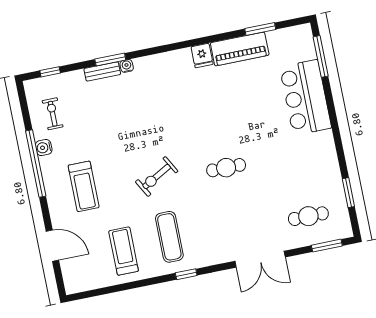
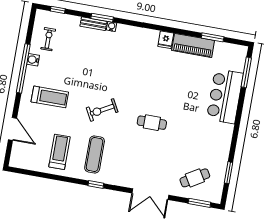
treadmill: (84, 186) -> (50, 97), turned -90
cafe table: (308, 216) -> (195, 178), turned -31

